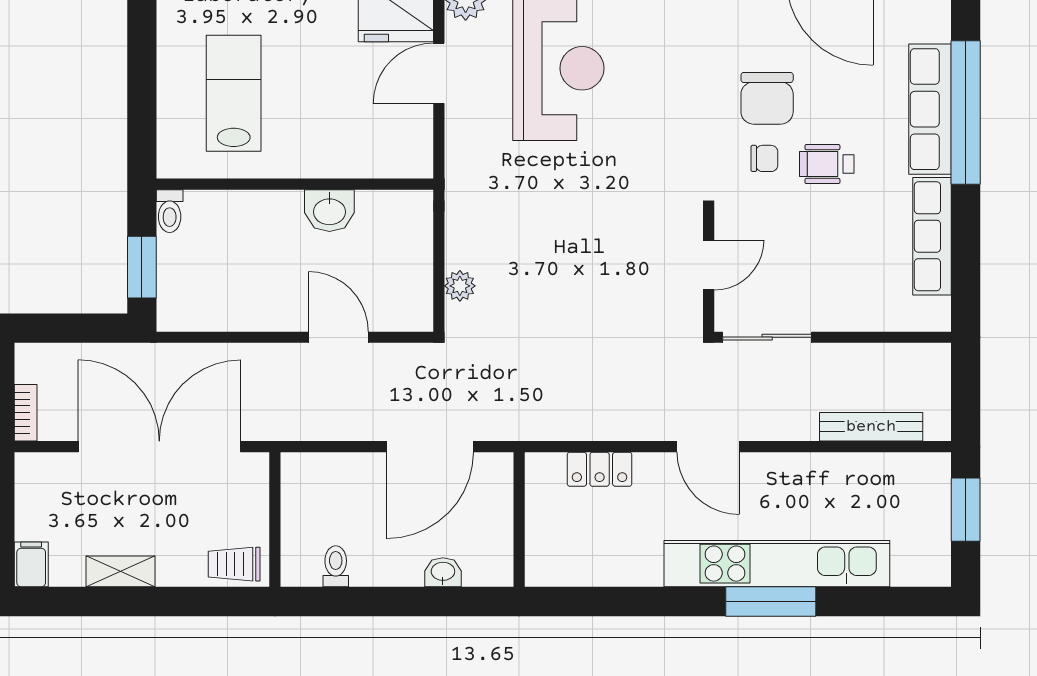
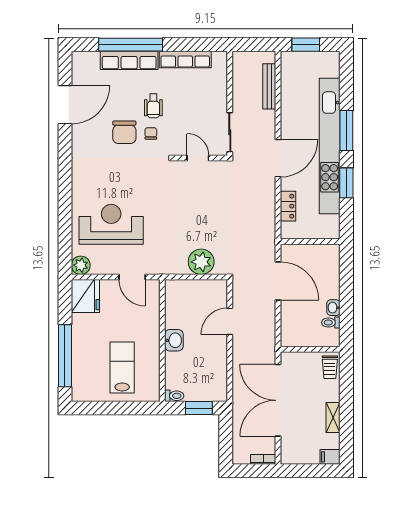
door: (439, 73) -> (132, 277), moved
lab bench: (234, 93) -> (122, 368), turned 90
chair: (767, 98) -> (124, 132), turned 90
washbasin: (329, 211) -> (174, 340), moved
plant: (460, 286) -> (201, 262), width x1.88, depth x1.88
door: (708, 447) -> (278, 158), width x1.36
kitchen unit: (777, 564) -> (330, 146), width x1.36
washbasin: (443, 572) -> (333, 308), moved
window: (652, 601) -> (346, 183), added

